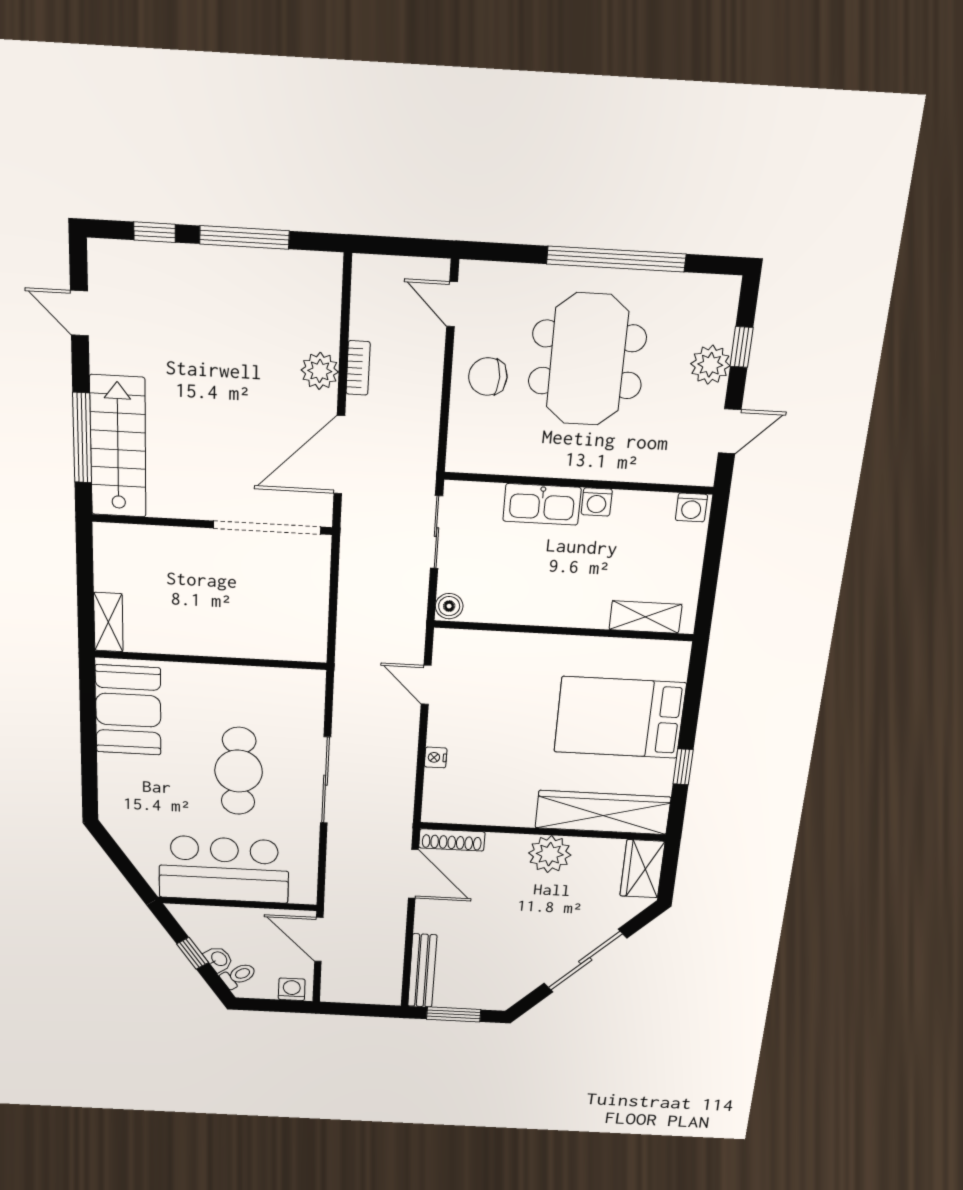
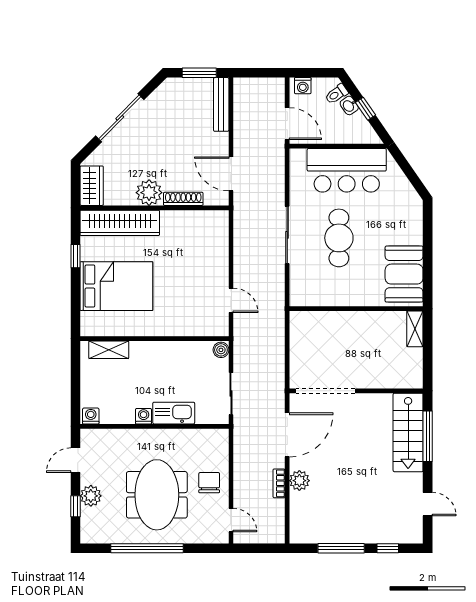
chair: (488, 377) -> (209, 483), turned -90
nightstand: (436, 757) -> (222, 254), removed
shoe rack: (452, 840) -> (183, 199), moved

